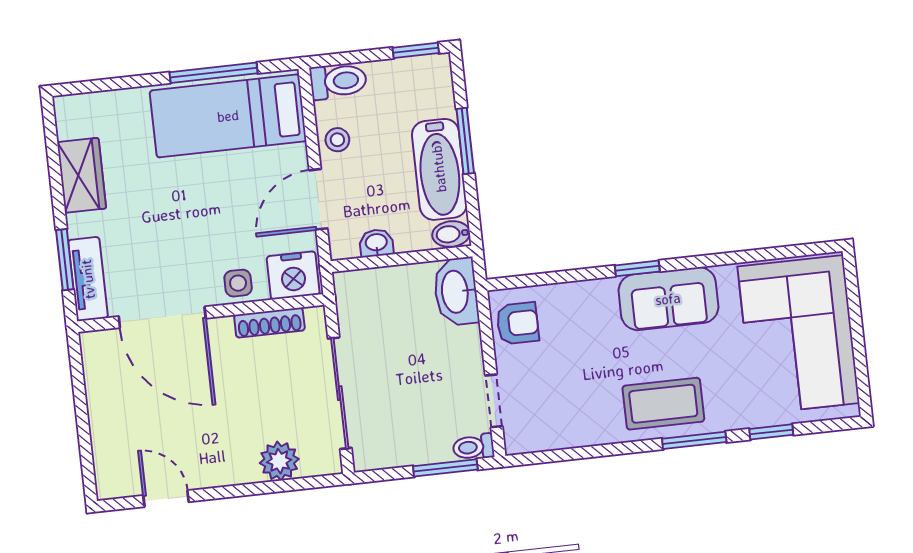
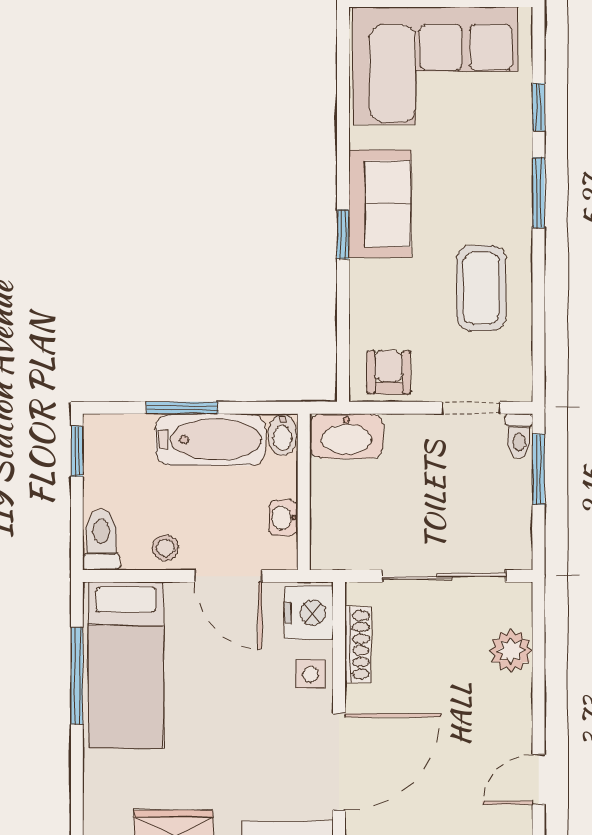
coffee table: (663, 404) -> (481, 288), moved

